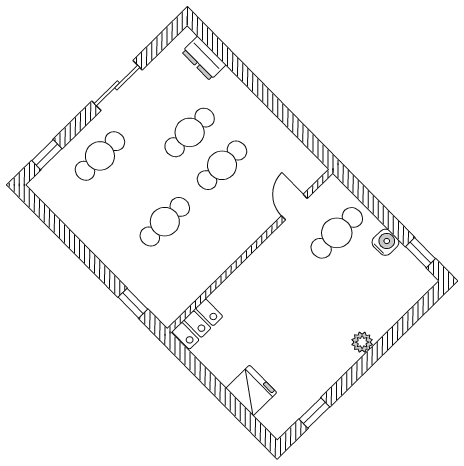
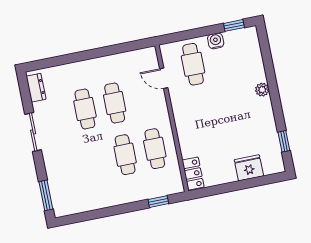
dresser: (204, 58) -> (36, 88), moved, turned -90
window: (47, 155) -> (46, 195), width x1.50
cafe table: (100, 156) -> (155, 149), moved

